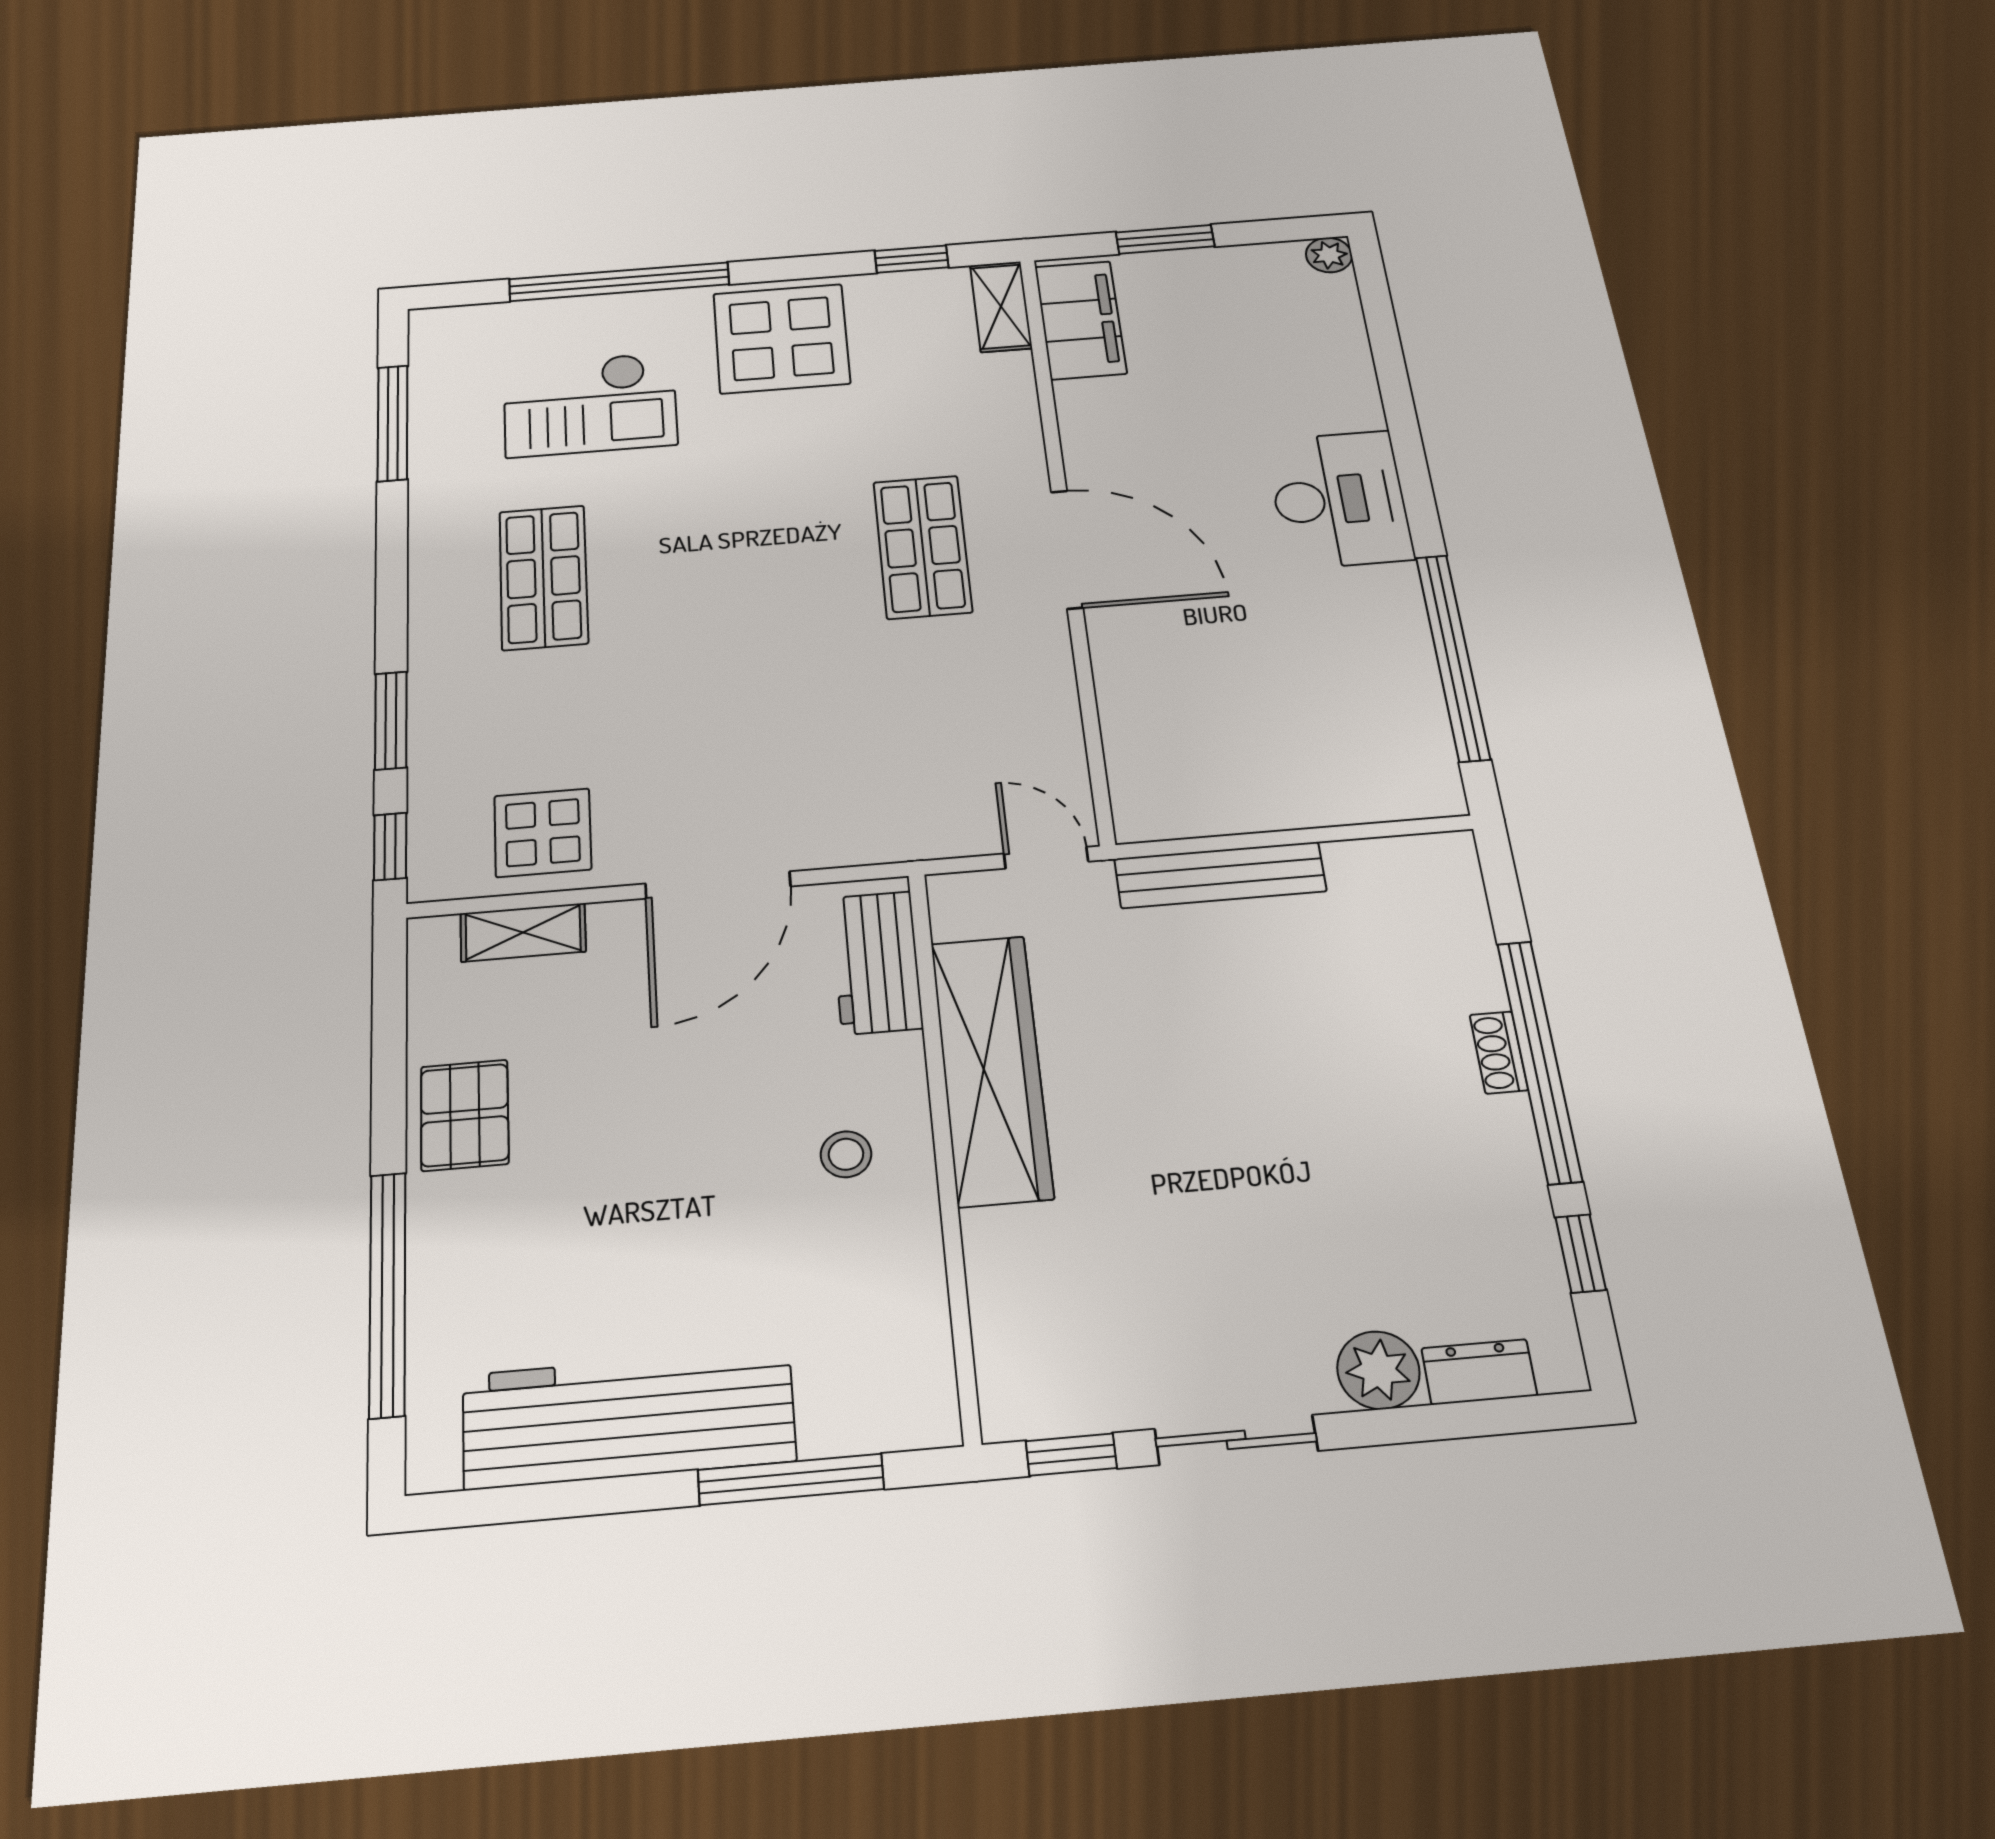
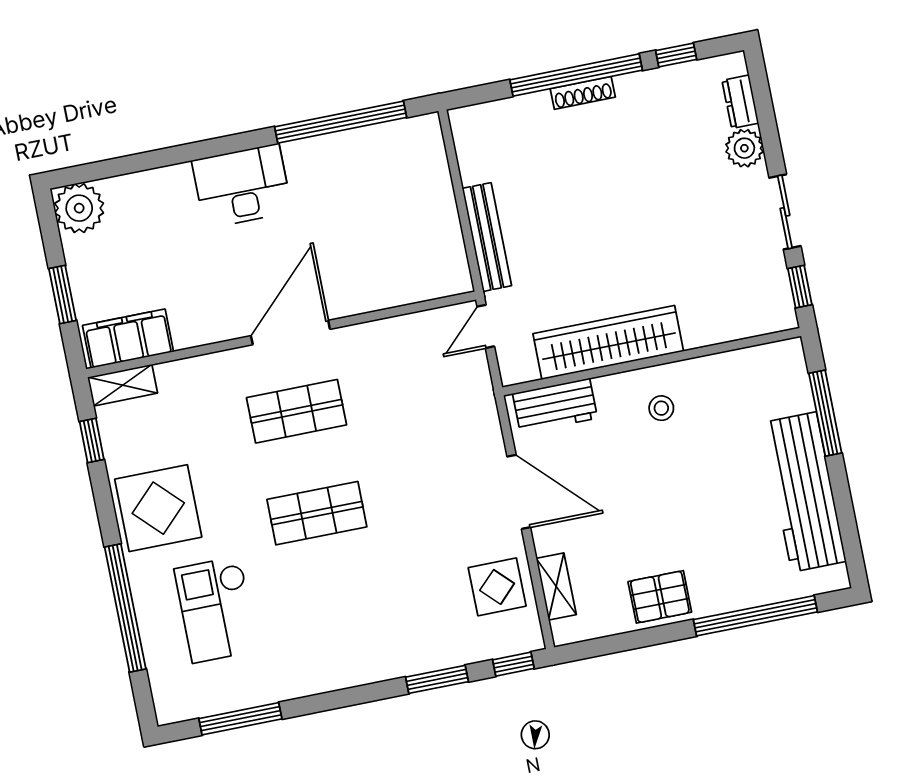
plant: (1329, 255) -> (79, 208), width x1.87, depth x1.87
checkout: (590, 404) -> (216, 610), turned 180
shop shelf: (543, 577) -> (317, 513), moved
shoe rack: (1499, 1052) -> (583, 93), width x1.43

